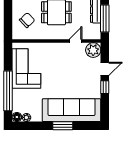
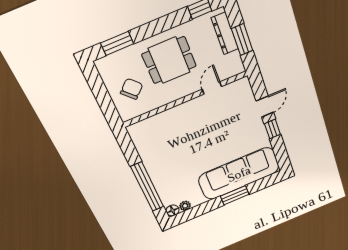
window: (105, 18) -> (242, 40), width x0.69
plant: (93, 50) -> (241, 89), removed
corner sofa: (26, 69) -> (159, 151), removed

